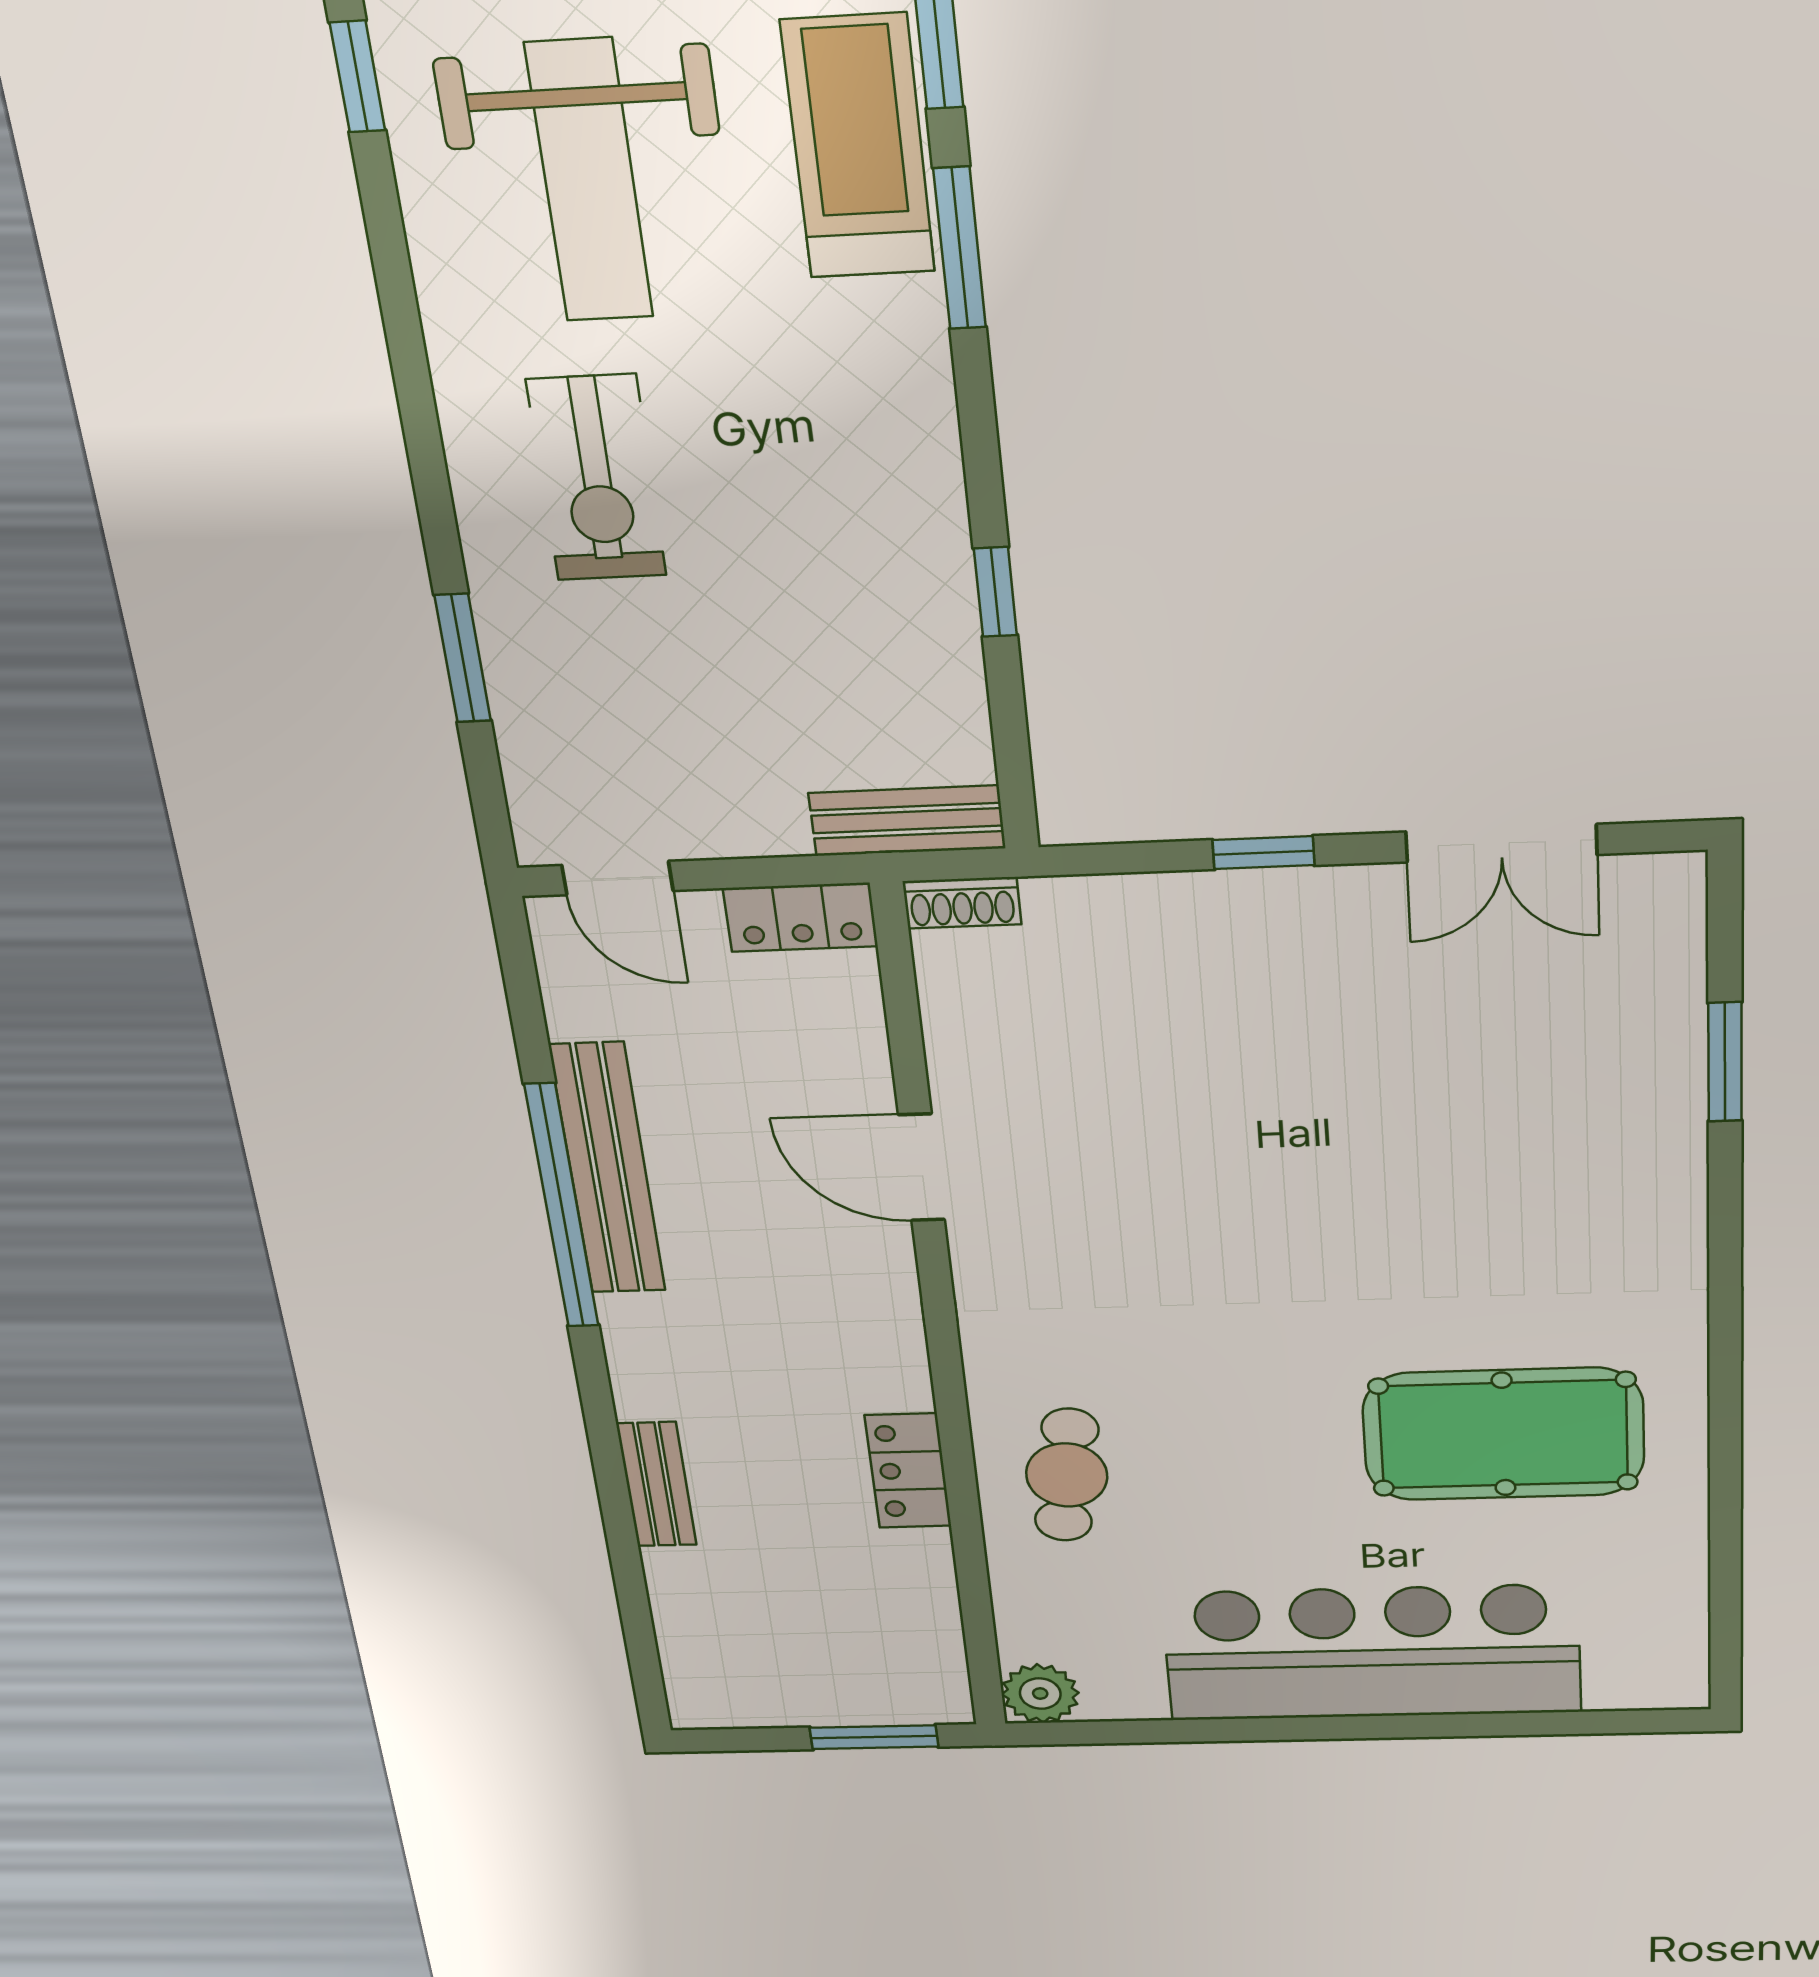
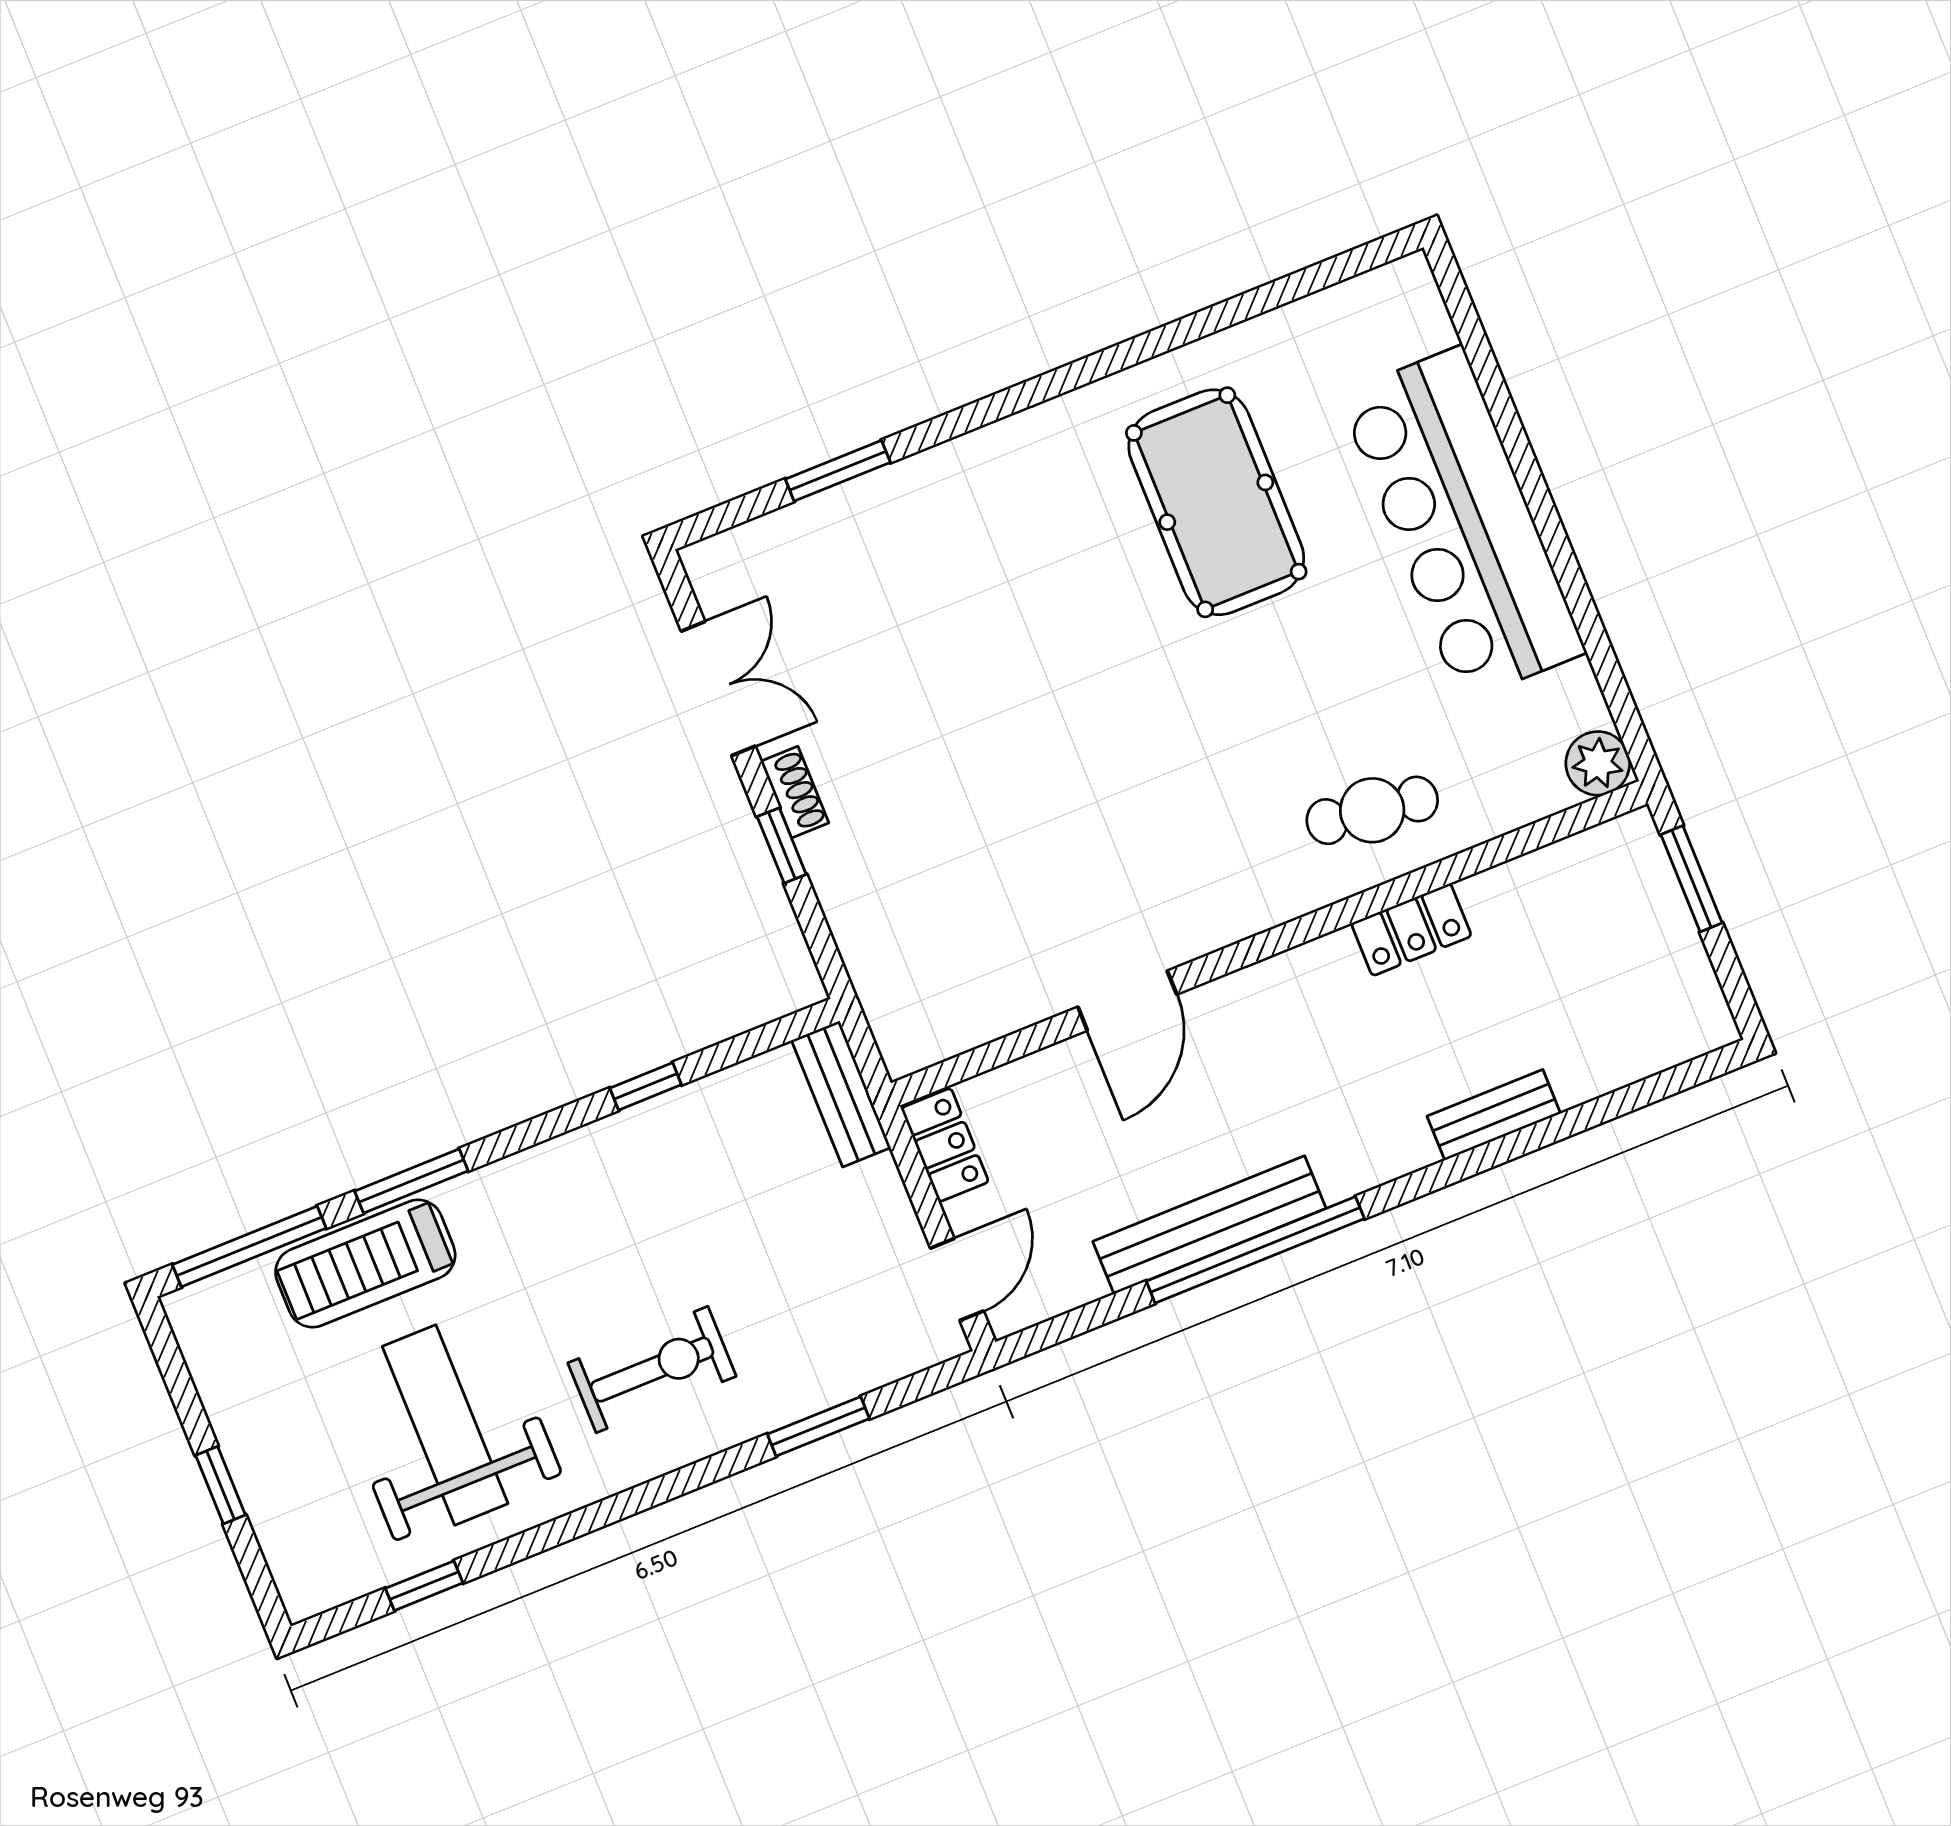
weight bench: (589, 181) -> (445, 1425), turned -90
shoe rack: (962, 903) -> (795, 792), moved

